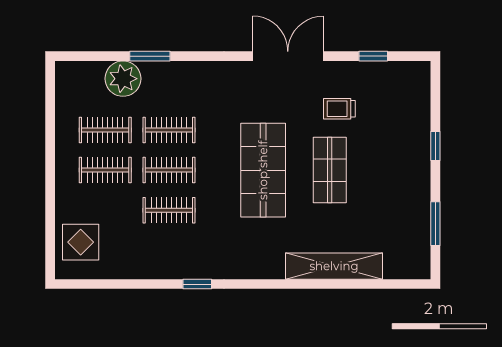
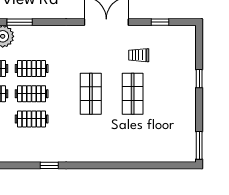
shop shelf: (263, 170) -> (91, 94), width x0.70, depth x0.74
window: (435, 224) -> (199, 145), moved
shelving: (334, 266) -> (135, 154), removed

